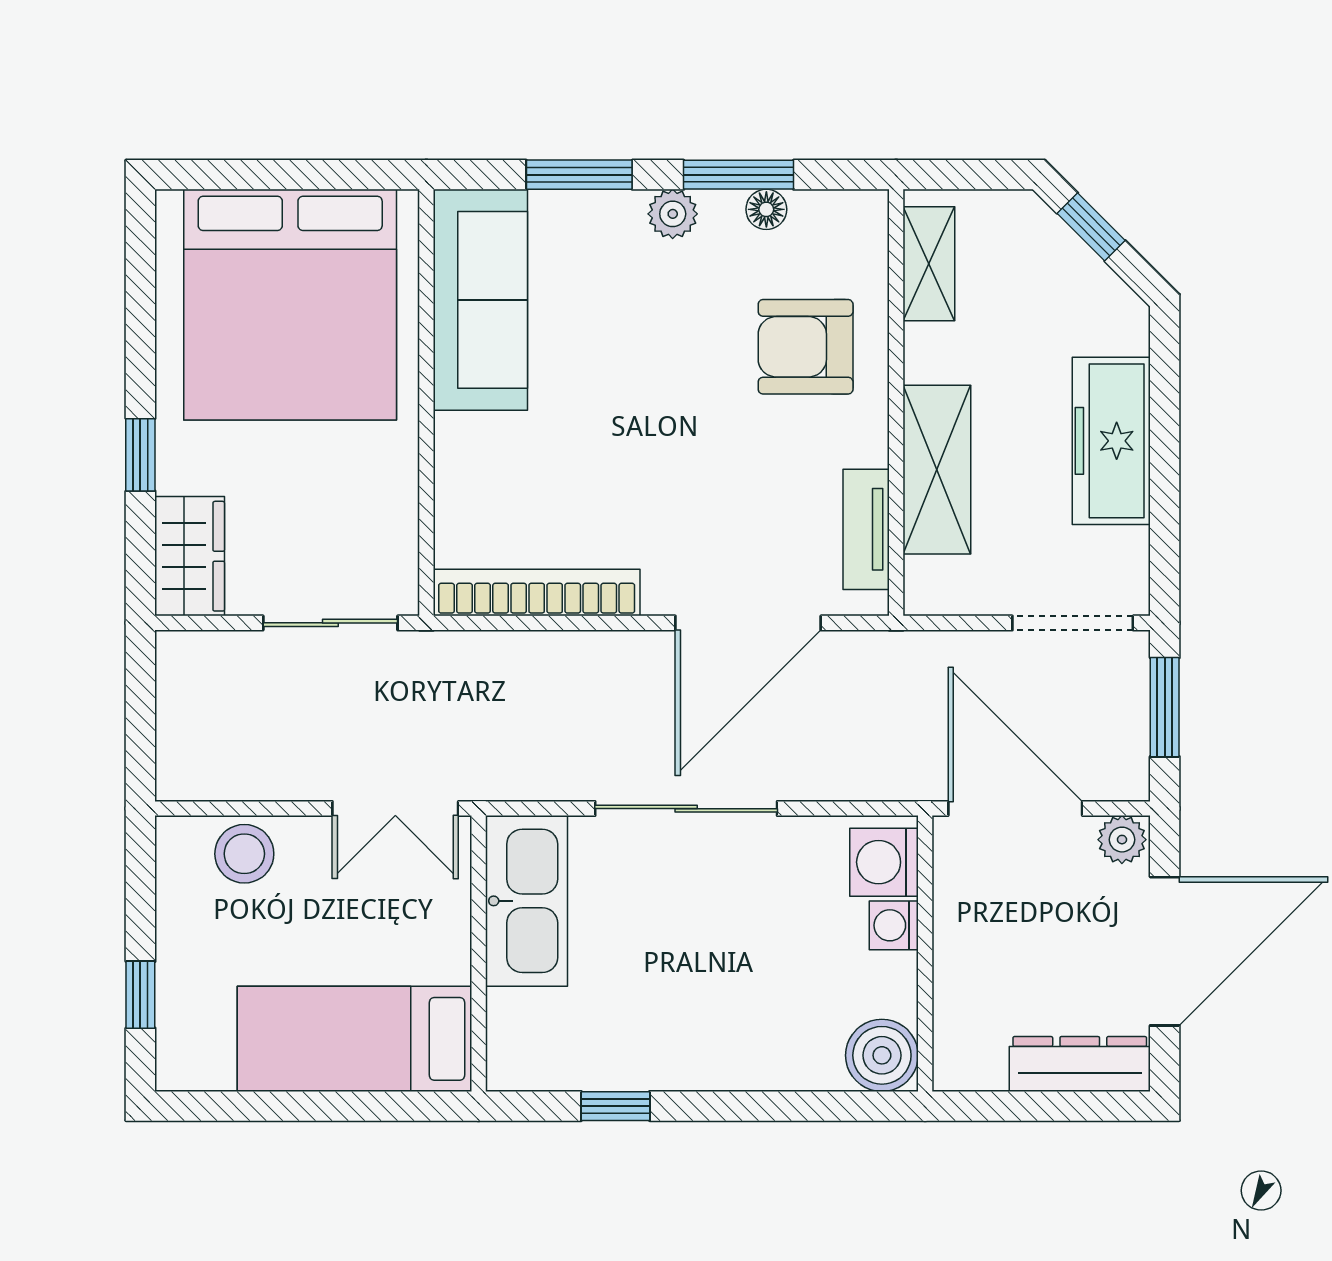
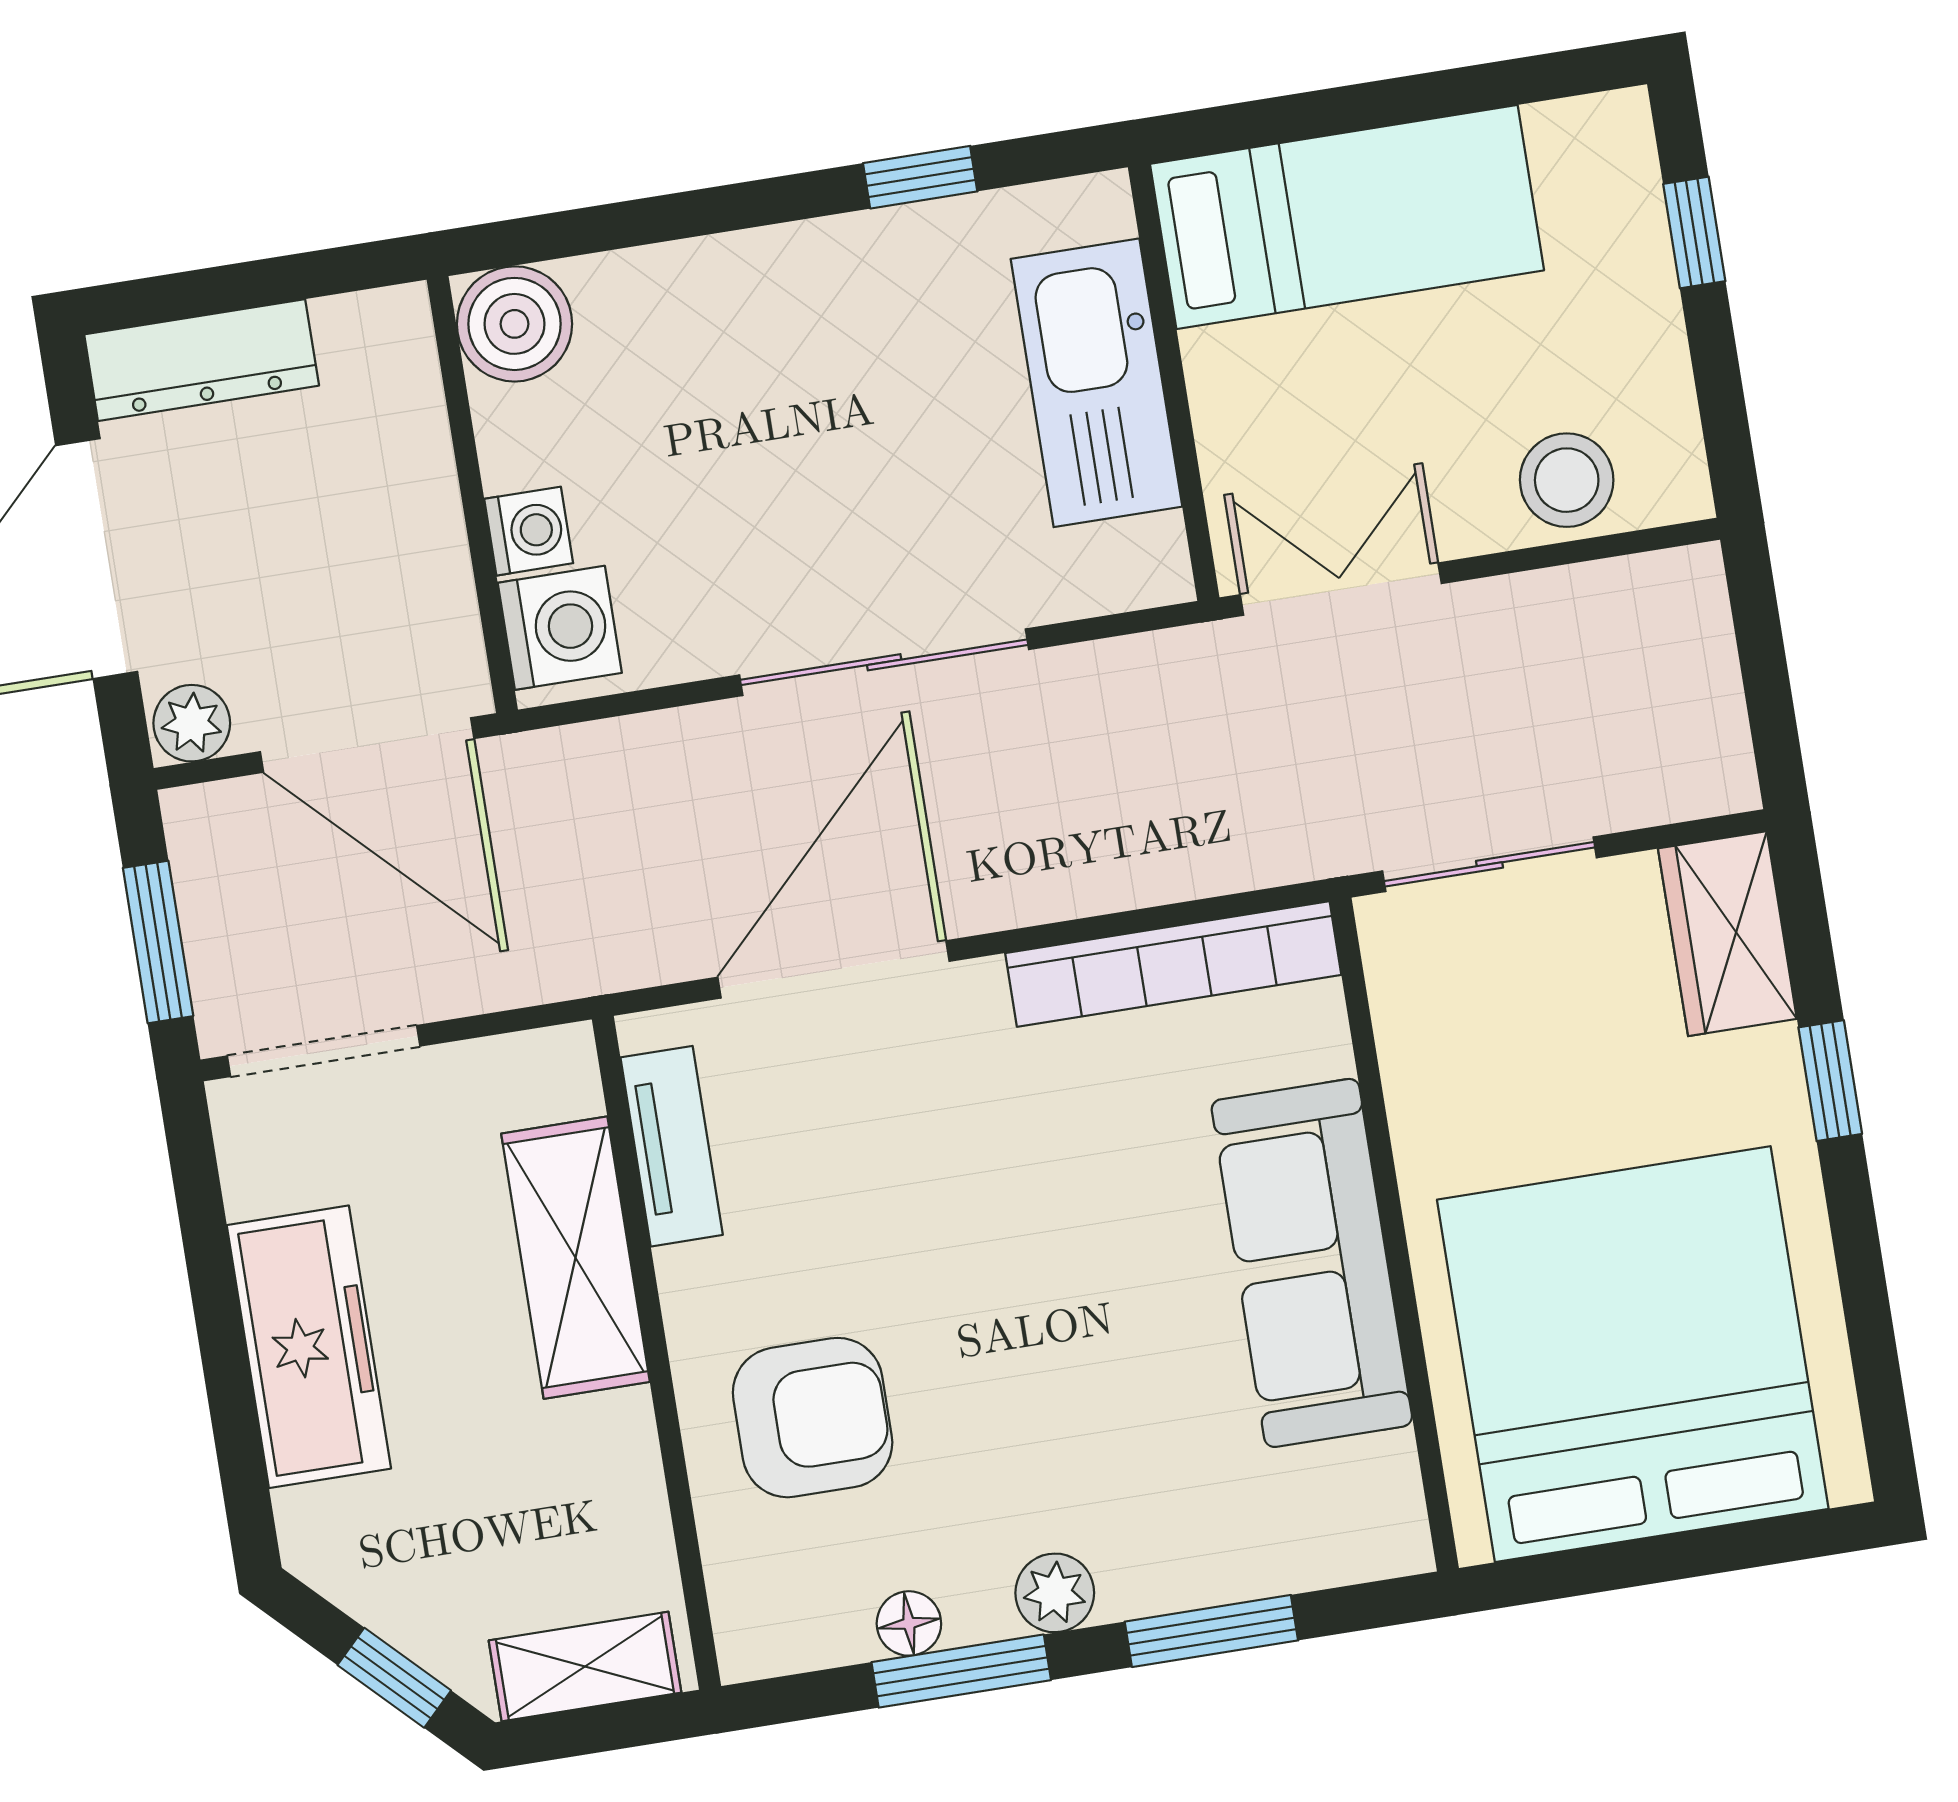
shelving: (929, 264) -> (585, 1666), moved, turned 90
sofa: (480, 300) -> (1312, 1263), moved
kitchen sink: (526, 901) -> (1096, 383), moved

